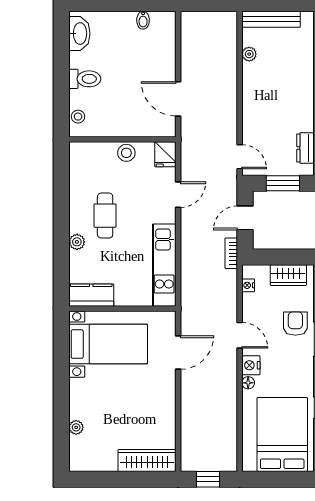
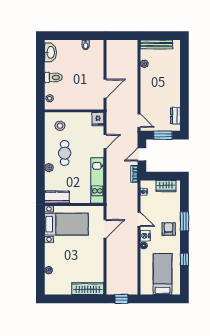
door: (178, 99) -> (105, 89), swing flipped
stool: (126, 153) -> (60, 126), moved
armchair: (295, 324) -> (169, 229), moved
bed: (282, 434) -> (163, 274), width x0.67

